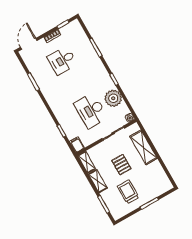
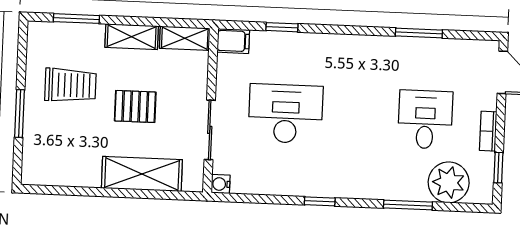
plant: (113, 98) -> (449, 182), moved

